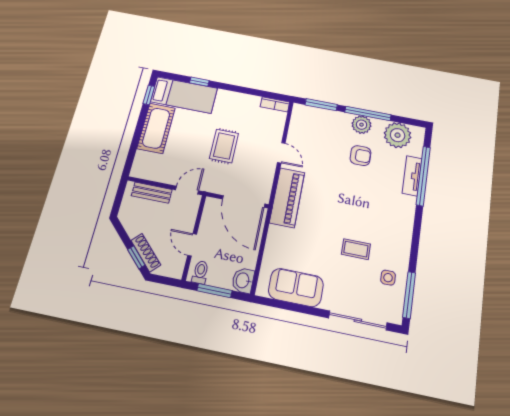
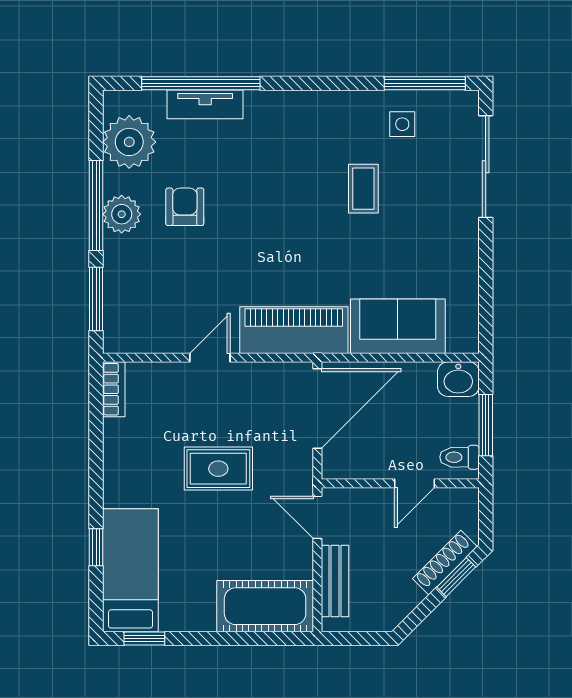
cot: (156, 128) -> (265, 606), moved
sofa: (296, 287) -> (398, 326), moved, turned 90

